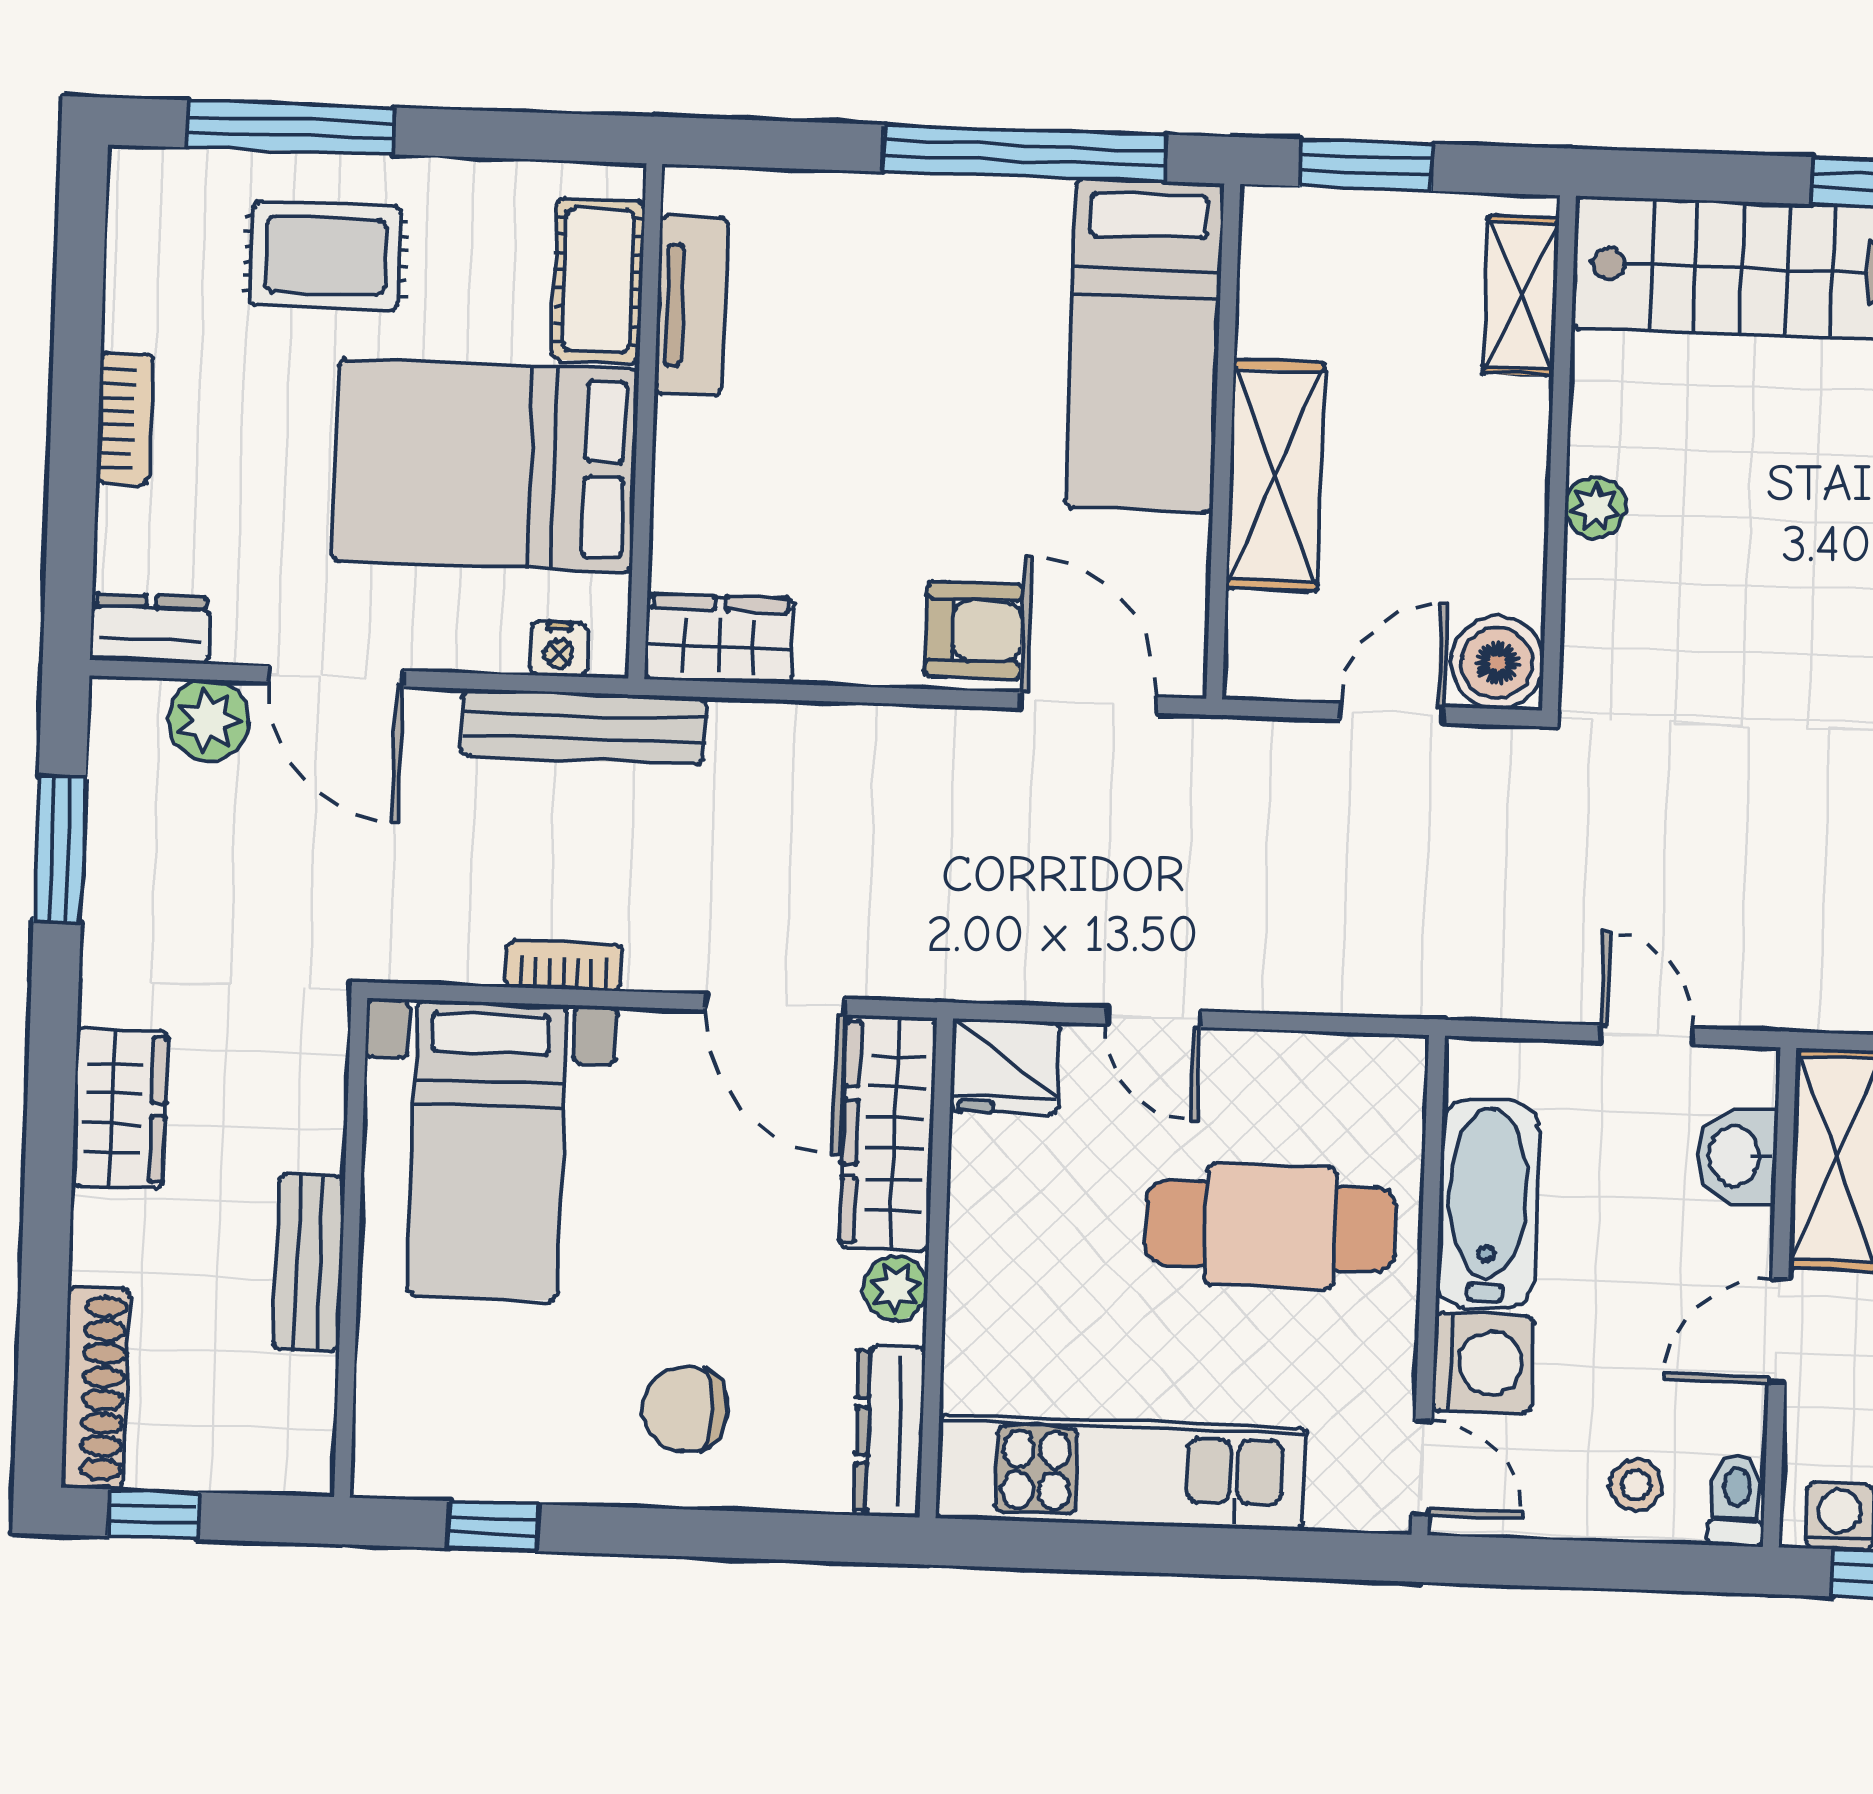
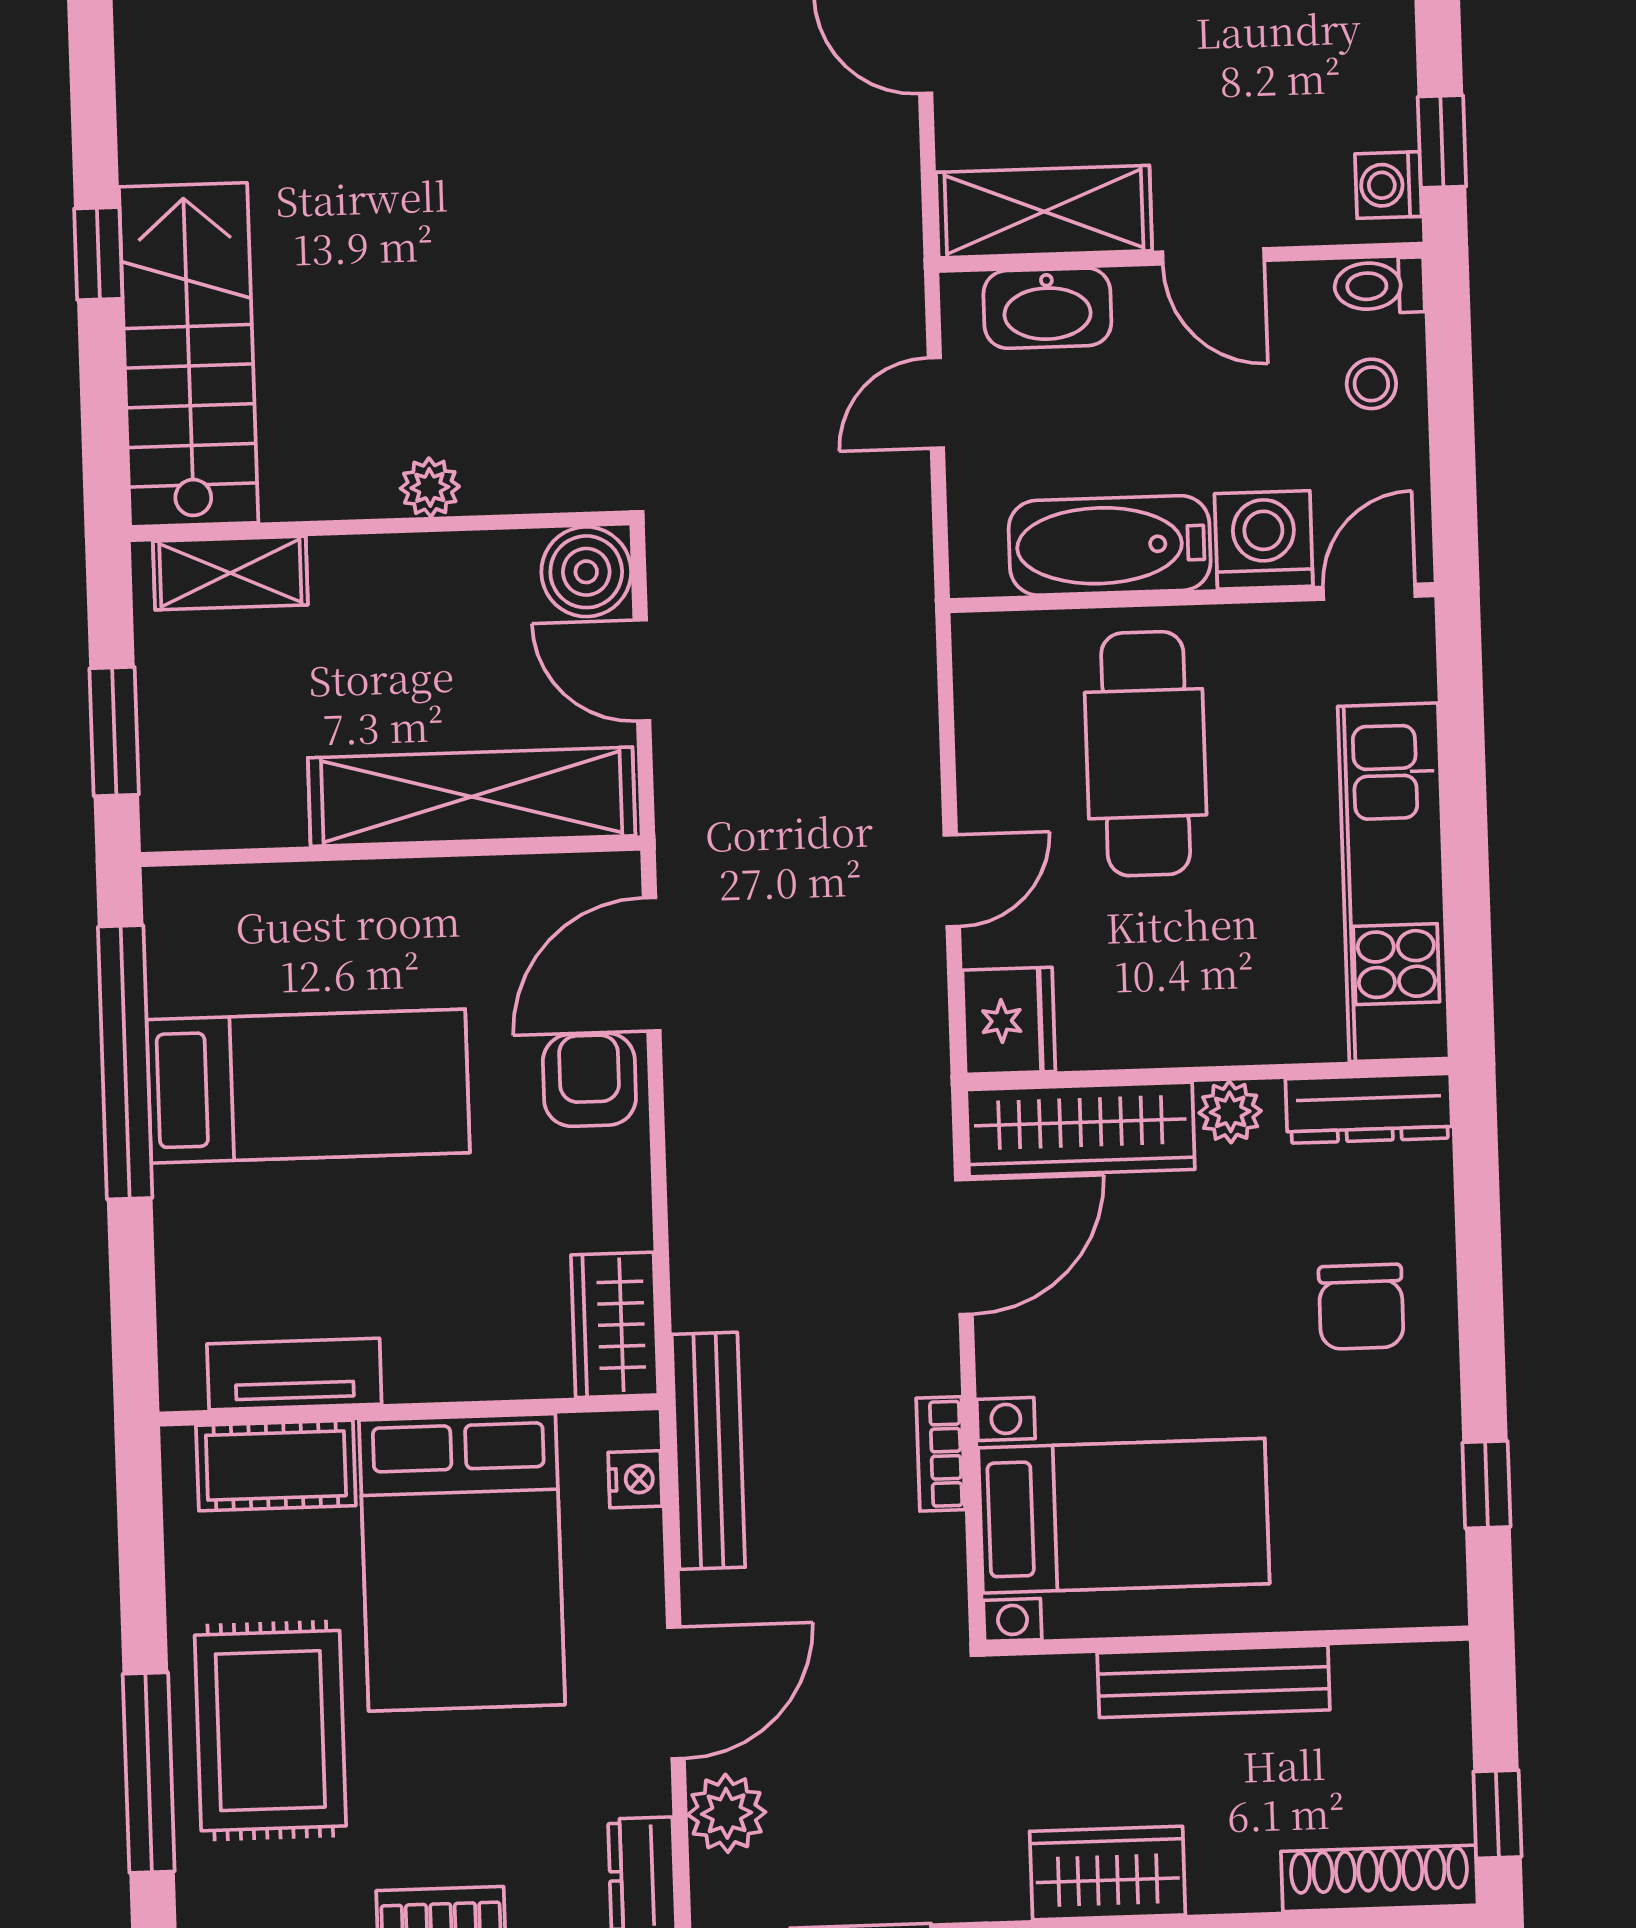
rug: (326, 256) -> (270, 1731), width x1.36, depth x1.43
bed: (1145, 346) -> (308, 1086), moved
shelving: (1276, 475) -> (472, 797), width x1.47
washbasin: (1737, 1156) -> (1047, 308), width x1.38
bench: (309, 1263) -> (1214, 1681), width x1.36

